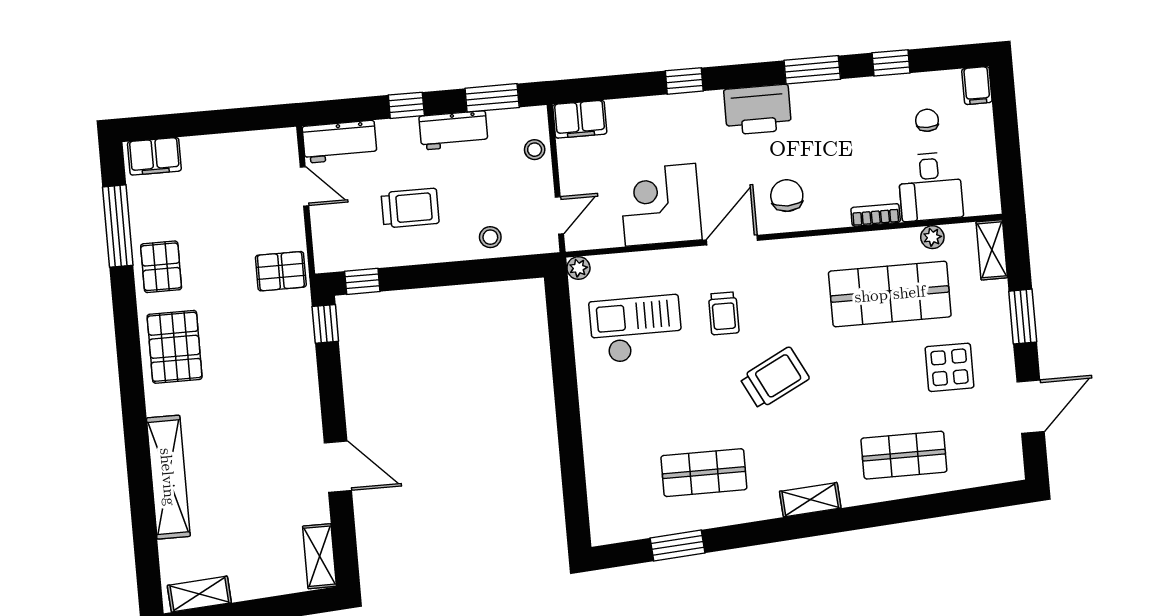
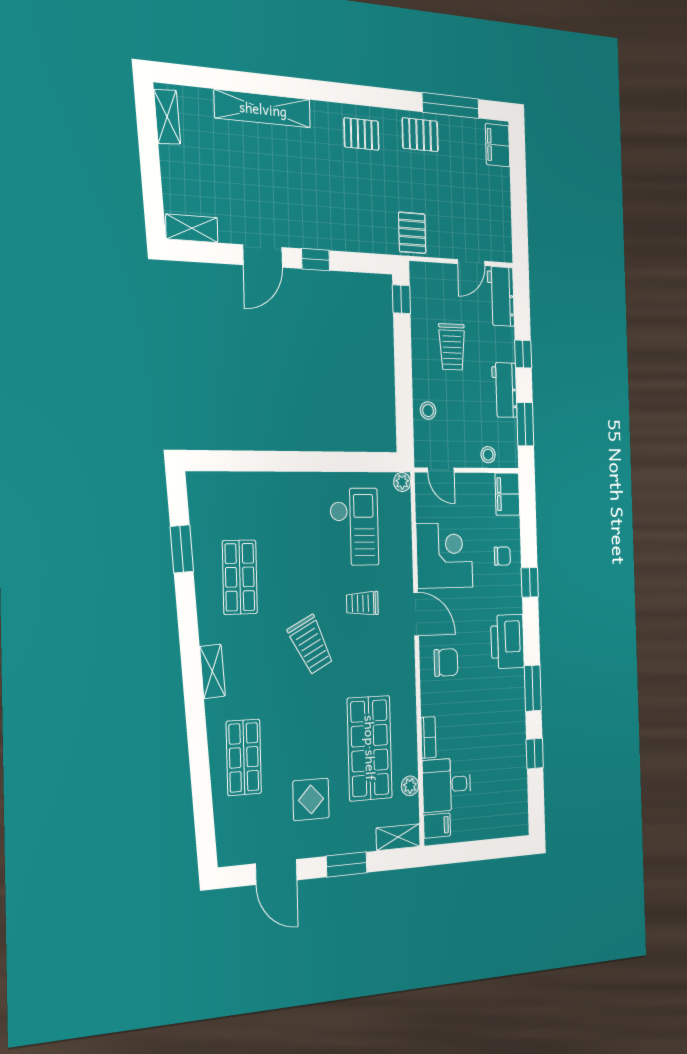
filing cabinet: (977, 85) -> (437, 826), moved, turned 180
chair: (927, 120) -> (502, 556), moved
window: (325, 324) -> (316, 260), moved
pallet: (175, 347) -> (361, 134), width x0.67, depth x0.71

